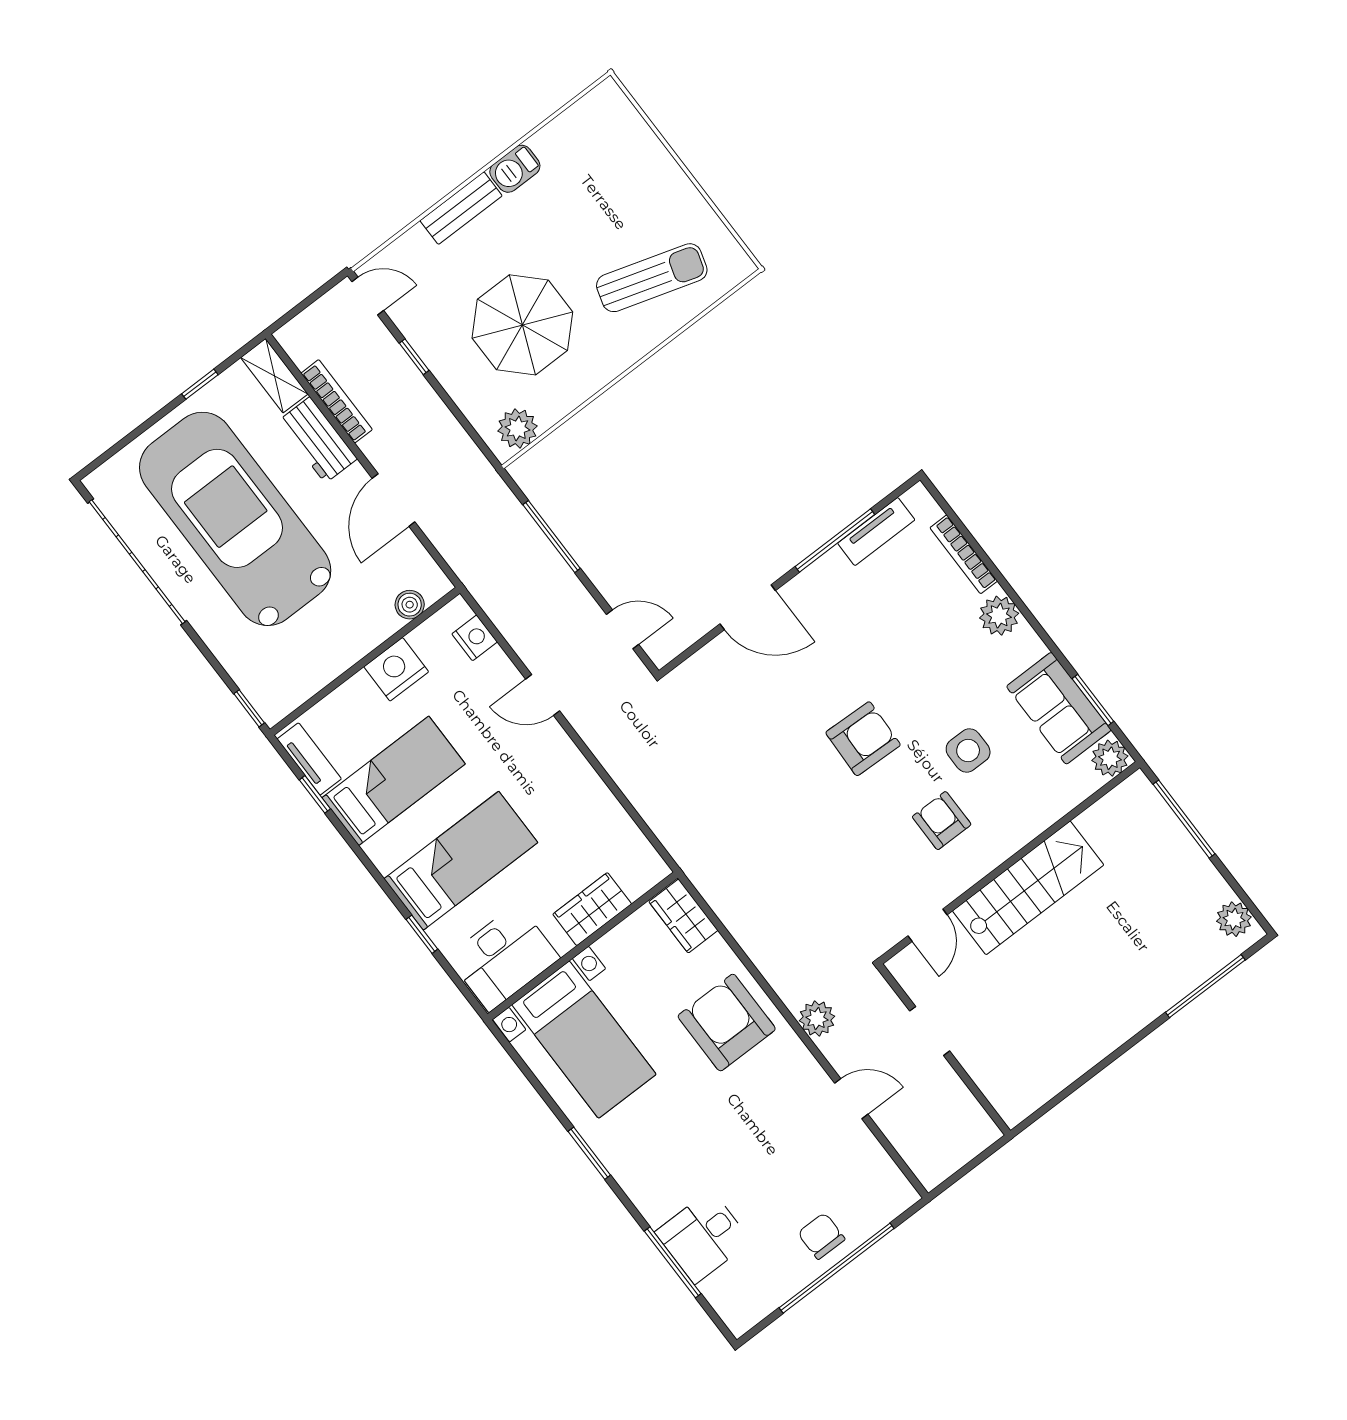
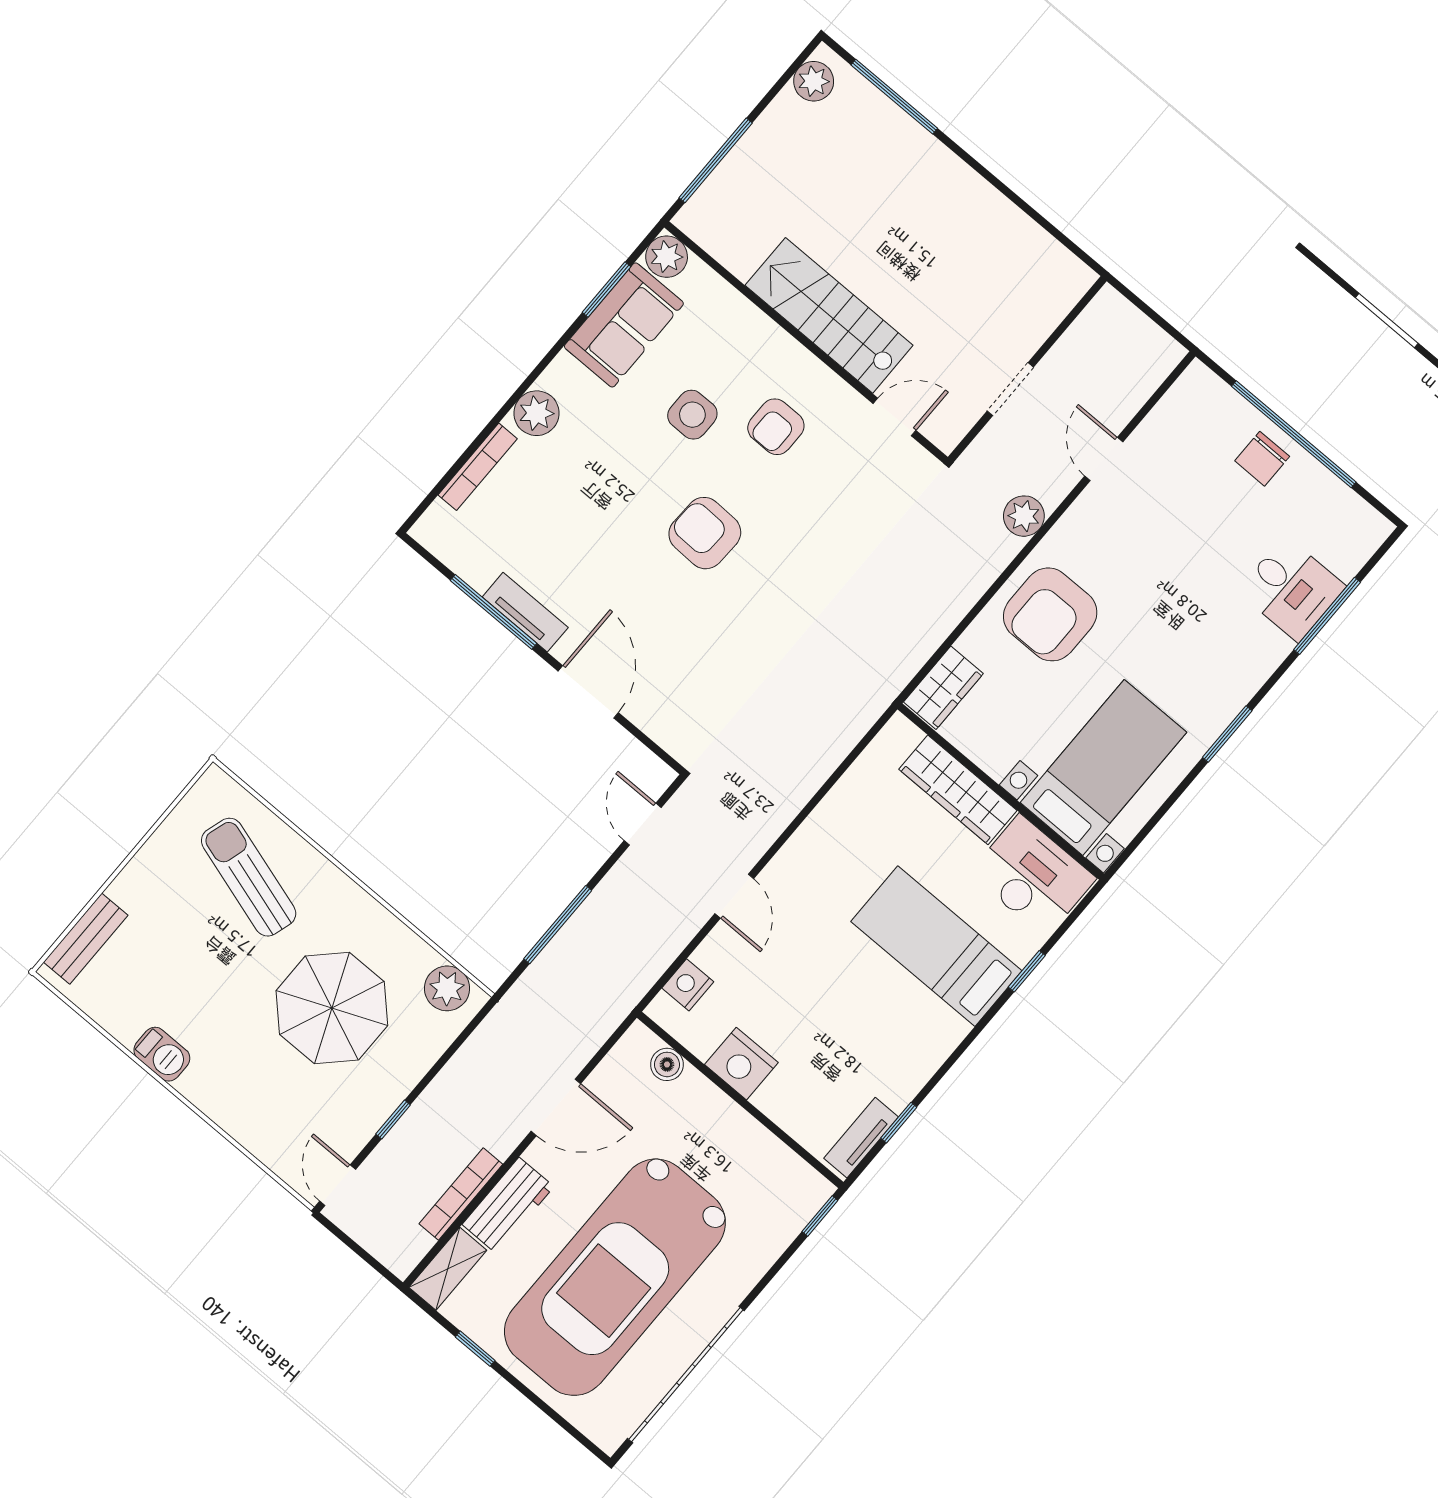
bench: (461, 208) -> (86, 939), moved, turned 90
tv unit: (876, 532) -> (525, 612), moved
bed: (394, 781) -> (865, 1039), removed
wardrobe: (592, 909) -> (958, 790), width x1.50

